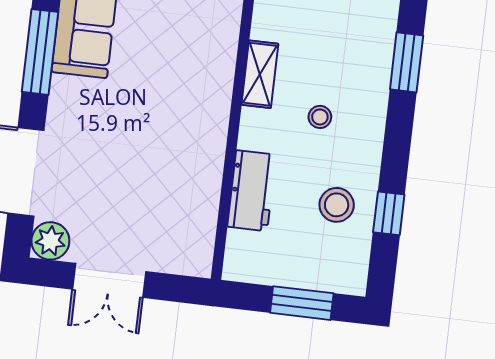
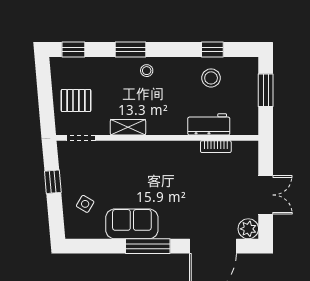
shelving: (260, 74) -> (128, 127), moved
stool: (320, 117) -> (147, 71), moved
bookcase: (209, 199) -> (216, 147), added

